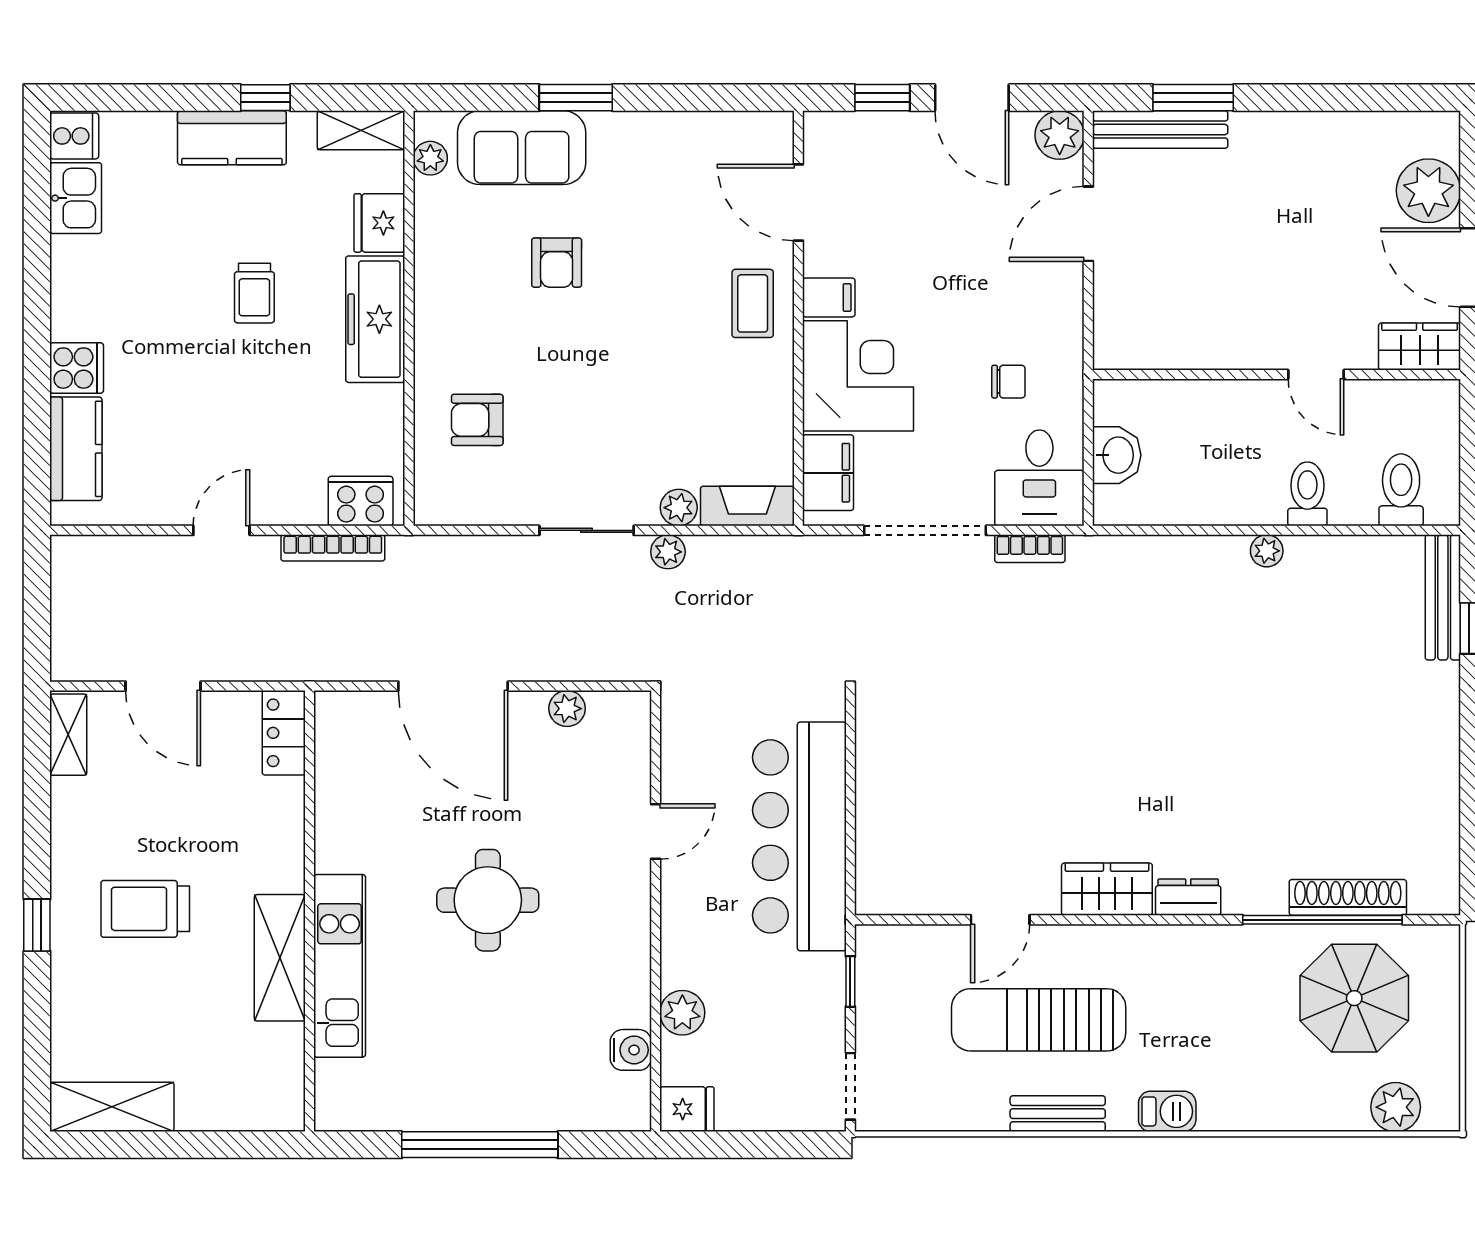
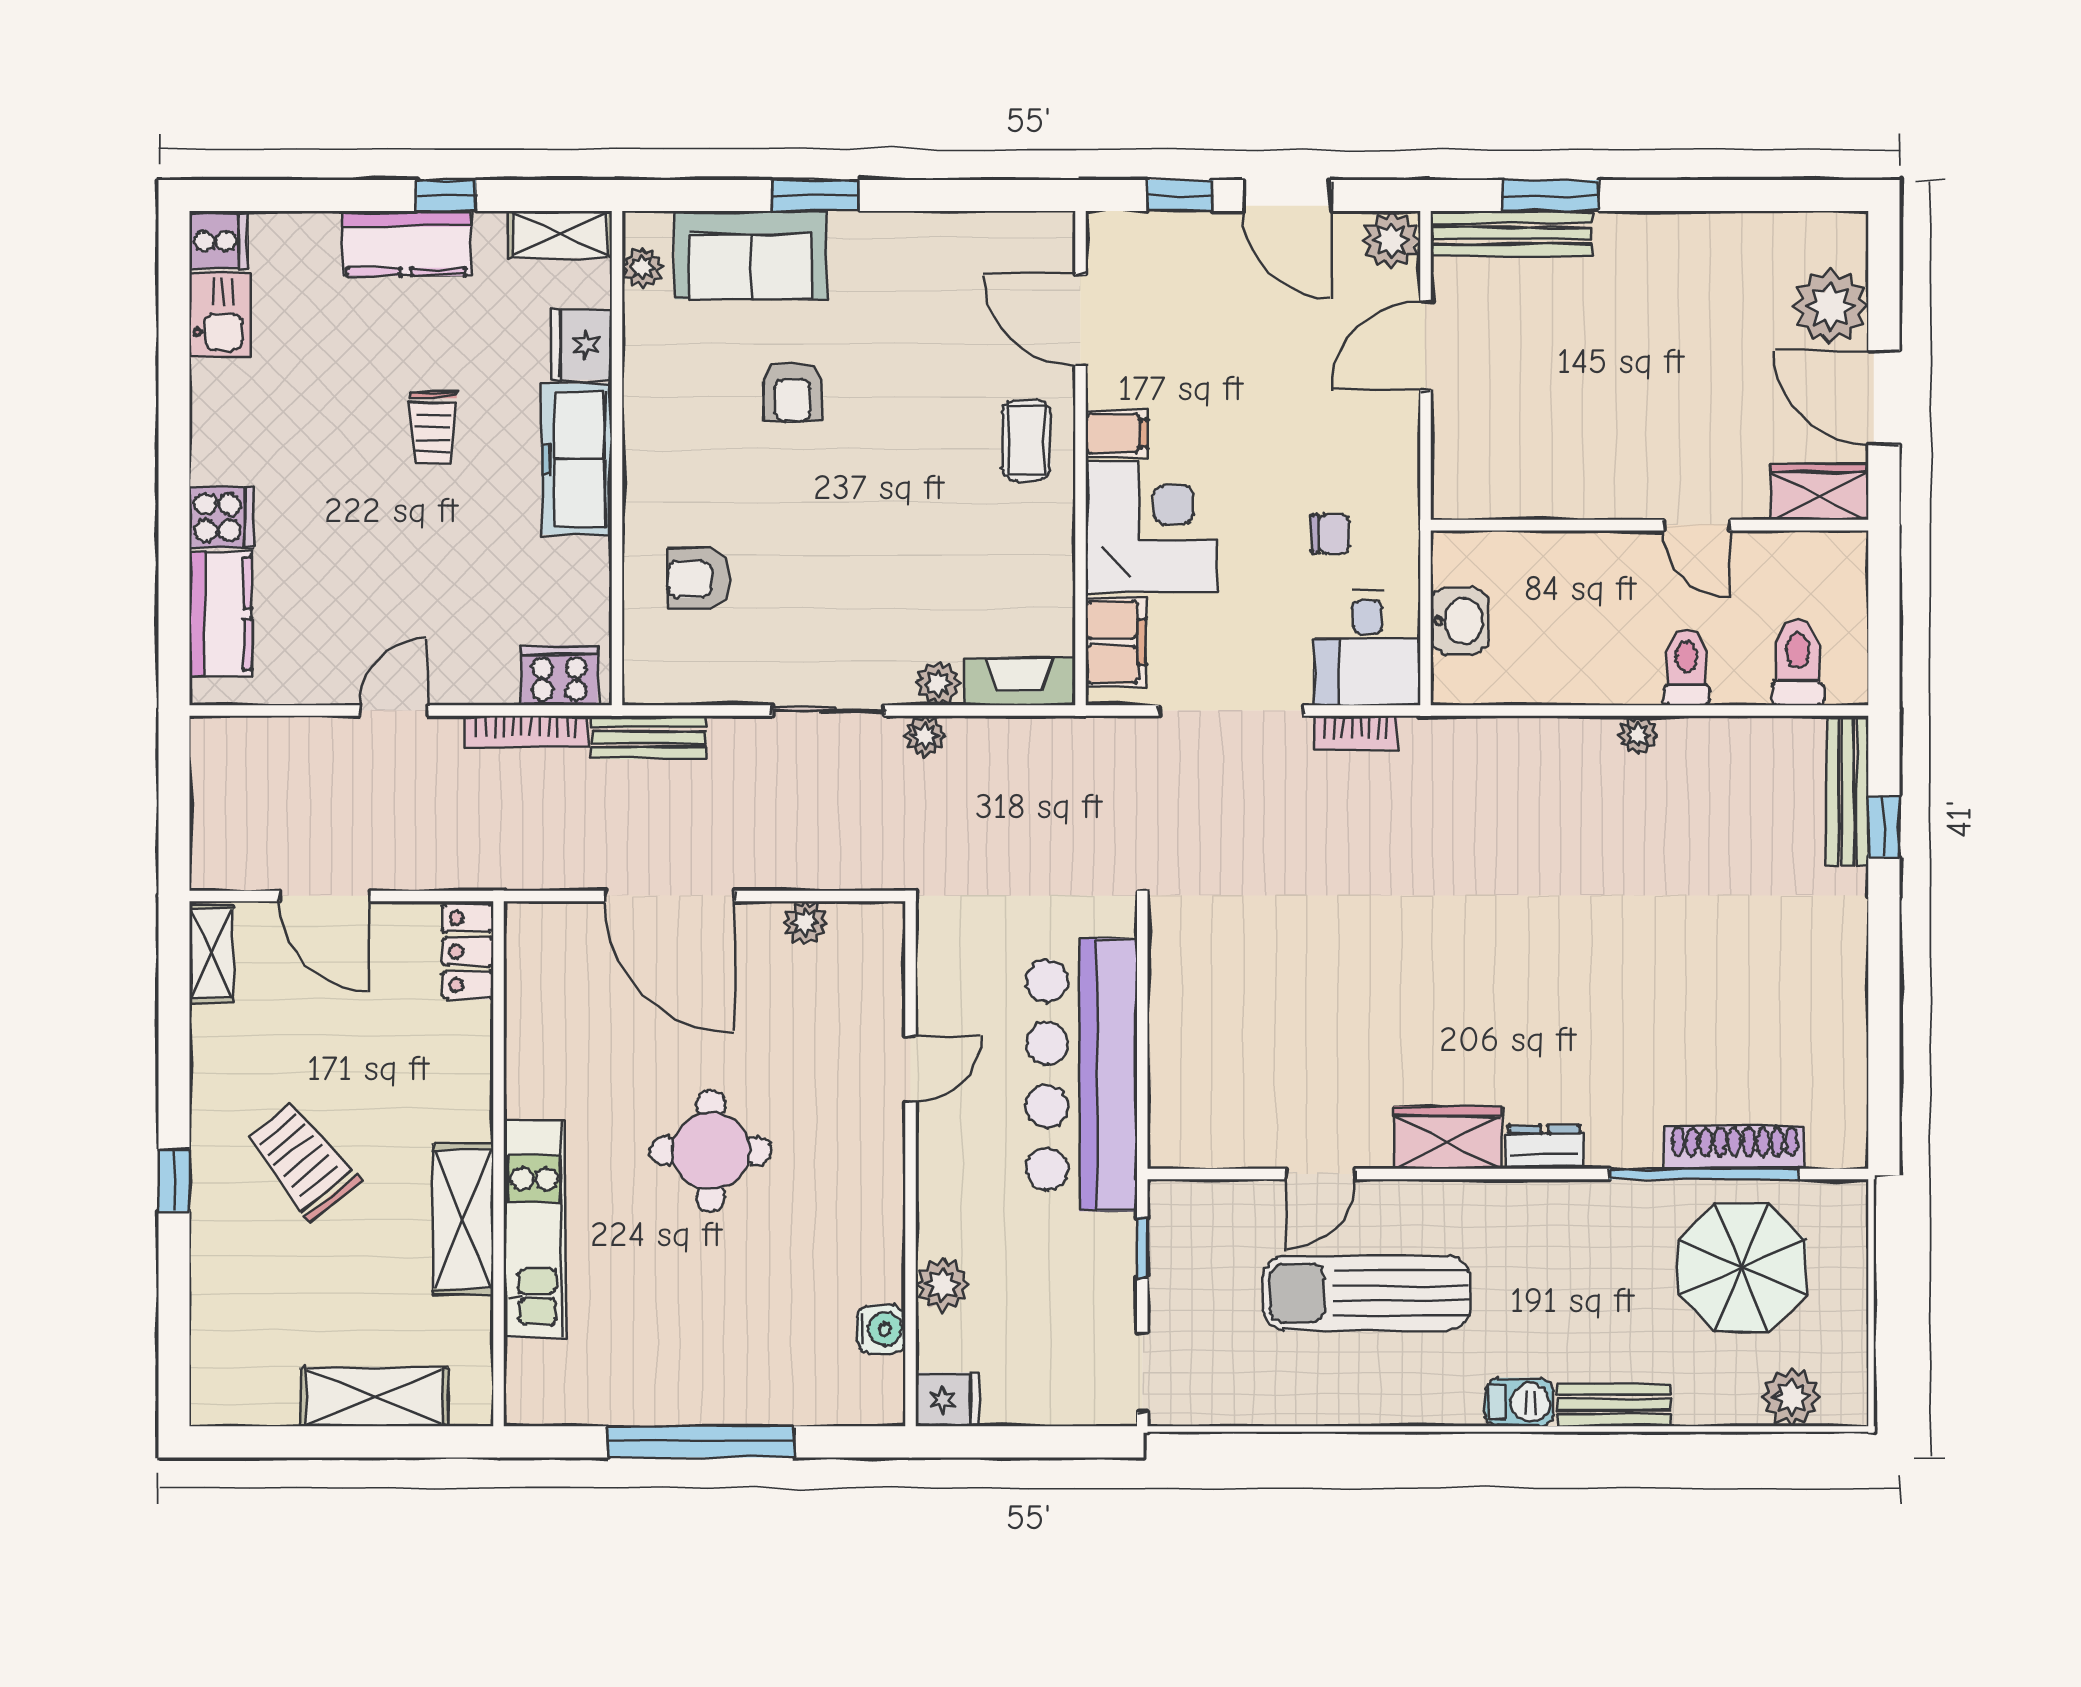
bench: (436, 553) -> (649, 737), added
trolley: (145, 909) -> (303, 1161), turned 51
shelving: (112, 1107) -> (374, 1397), moved
bench: (1058, 1114) -> (1614, 1405), moved

